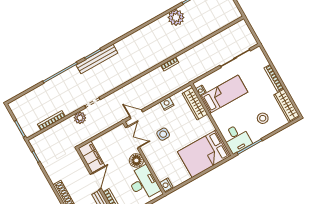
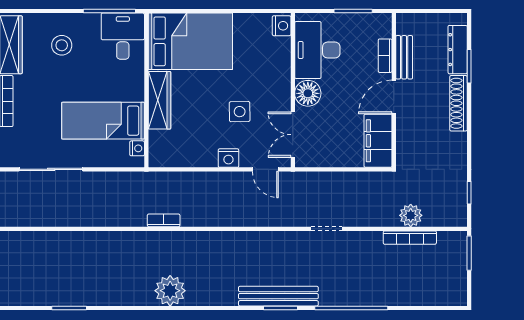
plant: (176, 18) -> (170, 291), moved
nightstand: (167, 104) -> (228, 158), moved
wardrobe: (195, 104) -> (159, 100), moved
plant: (80, 118) -> (411, 215), moved

